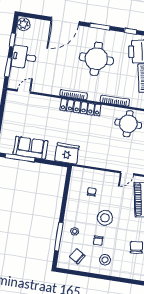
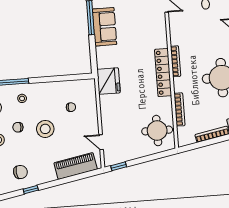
fridge: (67, 153) -> (109, 81), moved

